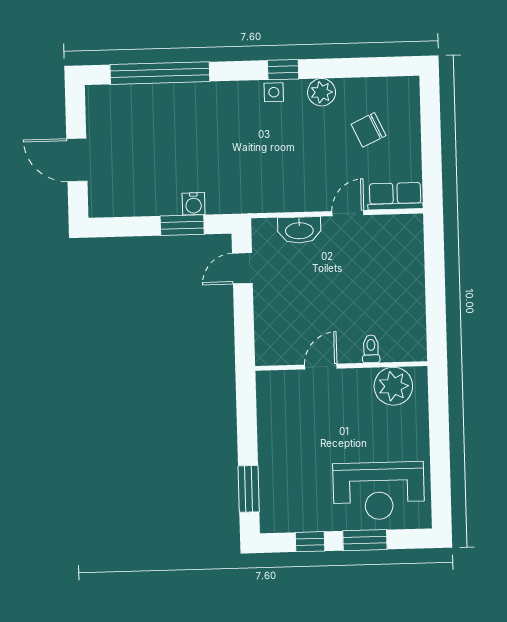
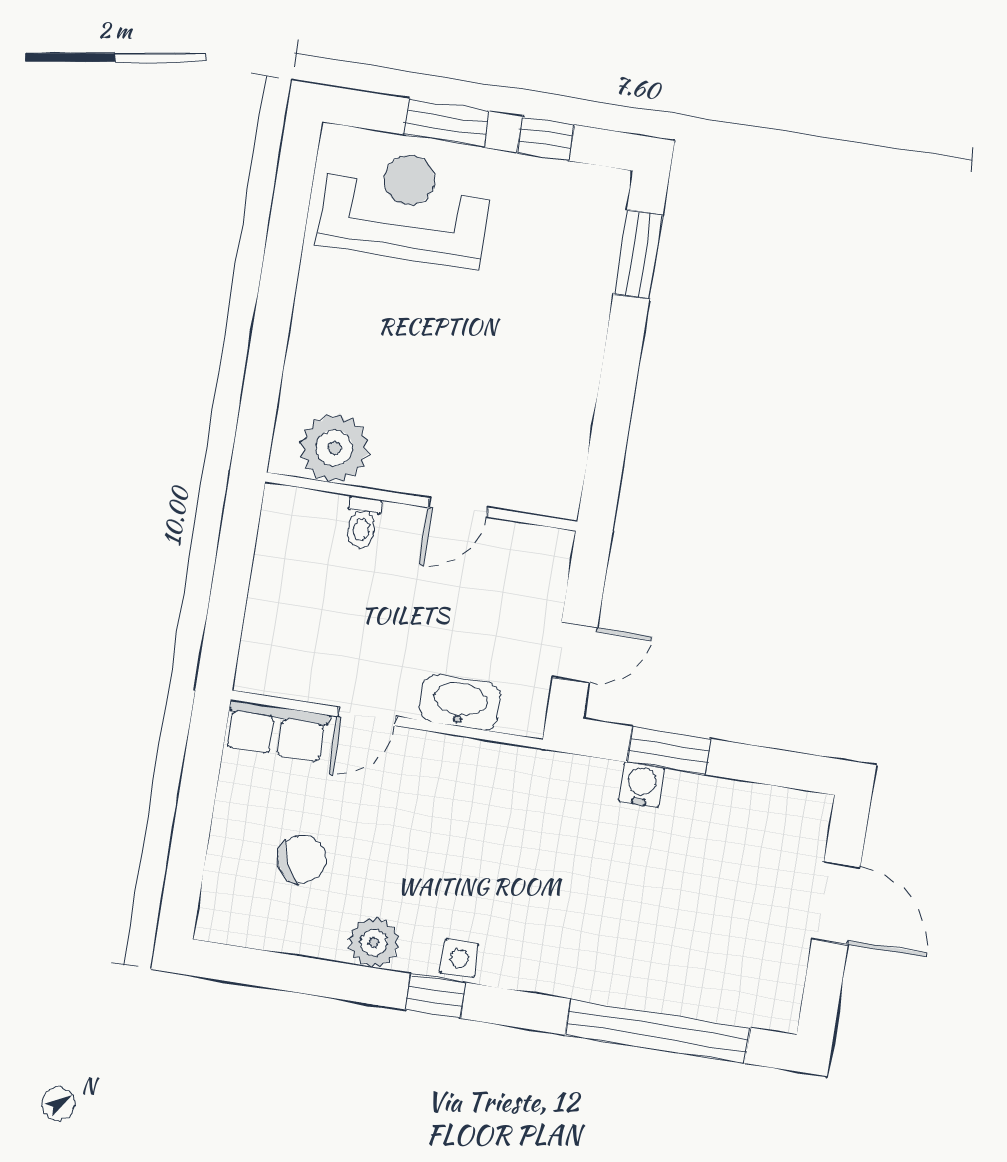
toilet: (371, 349) -> (362, 523), moved
wall: (341, 366) -> (421, 502), moved
door: (321, 367) -> (458, 508), moved
plant: (393, 386) -> (334, 448), moved

